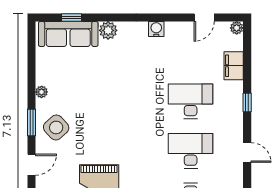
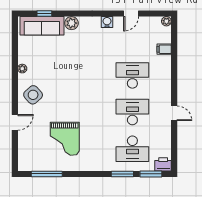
door: (204, 17) -> (131, 14), moved
filing cabinet: (234, 66) -> (164, 49), width x0.50
window: (247, 103) -> (174, 76), removed
window: (32, 123) -> (15, 91), removed

